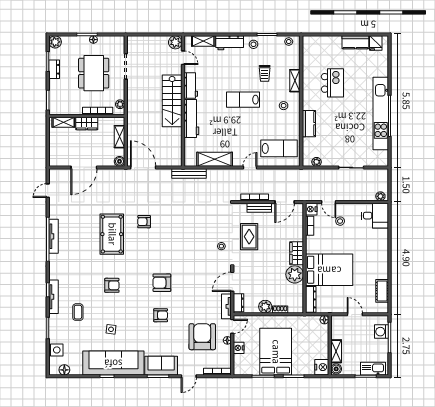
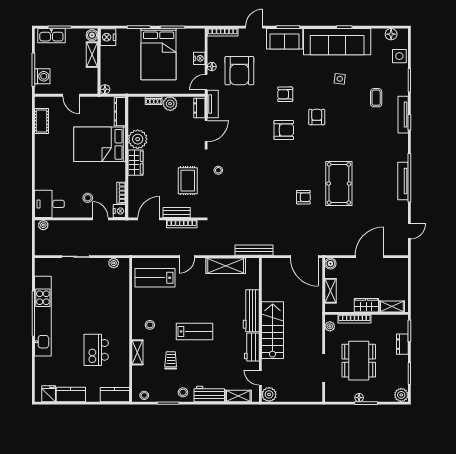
dresser: (54, 69) -> (402, 344), moved
kitchen counter: (309, 124) -> (115, 395), moved, turned 90
armchair: (112, 285) -> (317, 117), moved, turned 90

